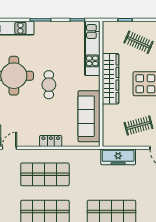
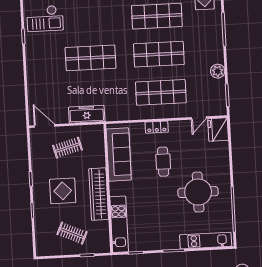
cafe table: (49, 85) -> (163, 162), moved

